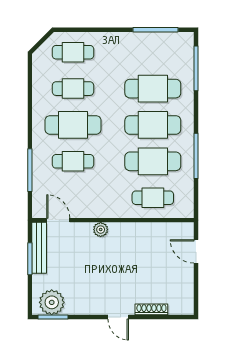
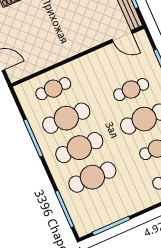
plant: (101, 230) -> (84, 44), removed

